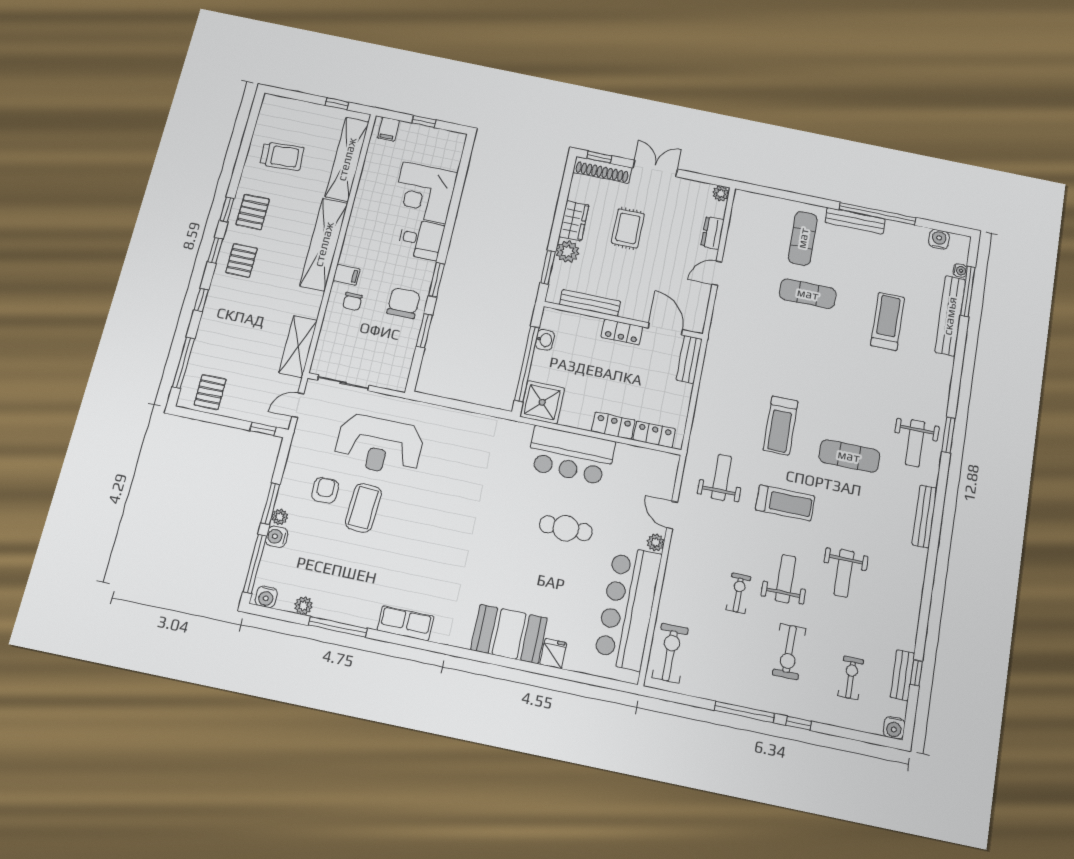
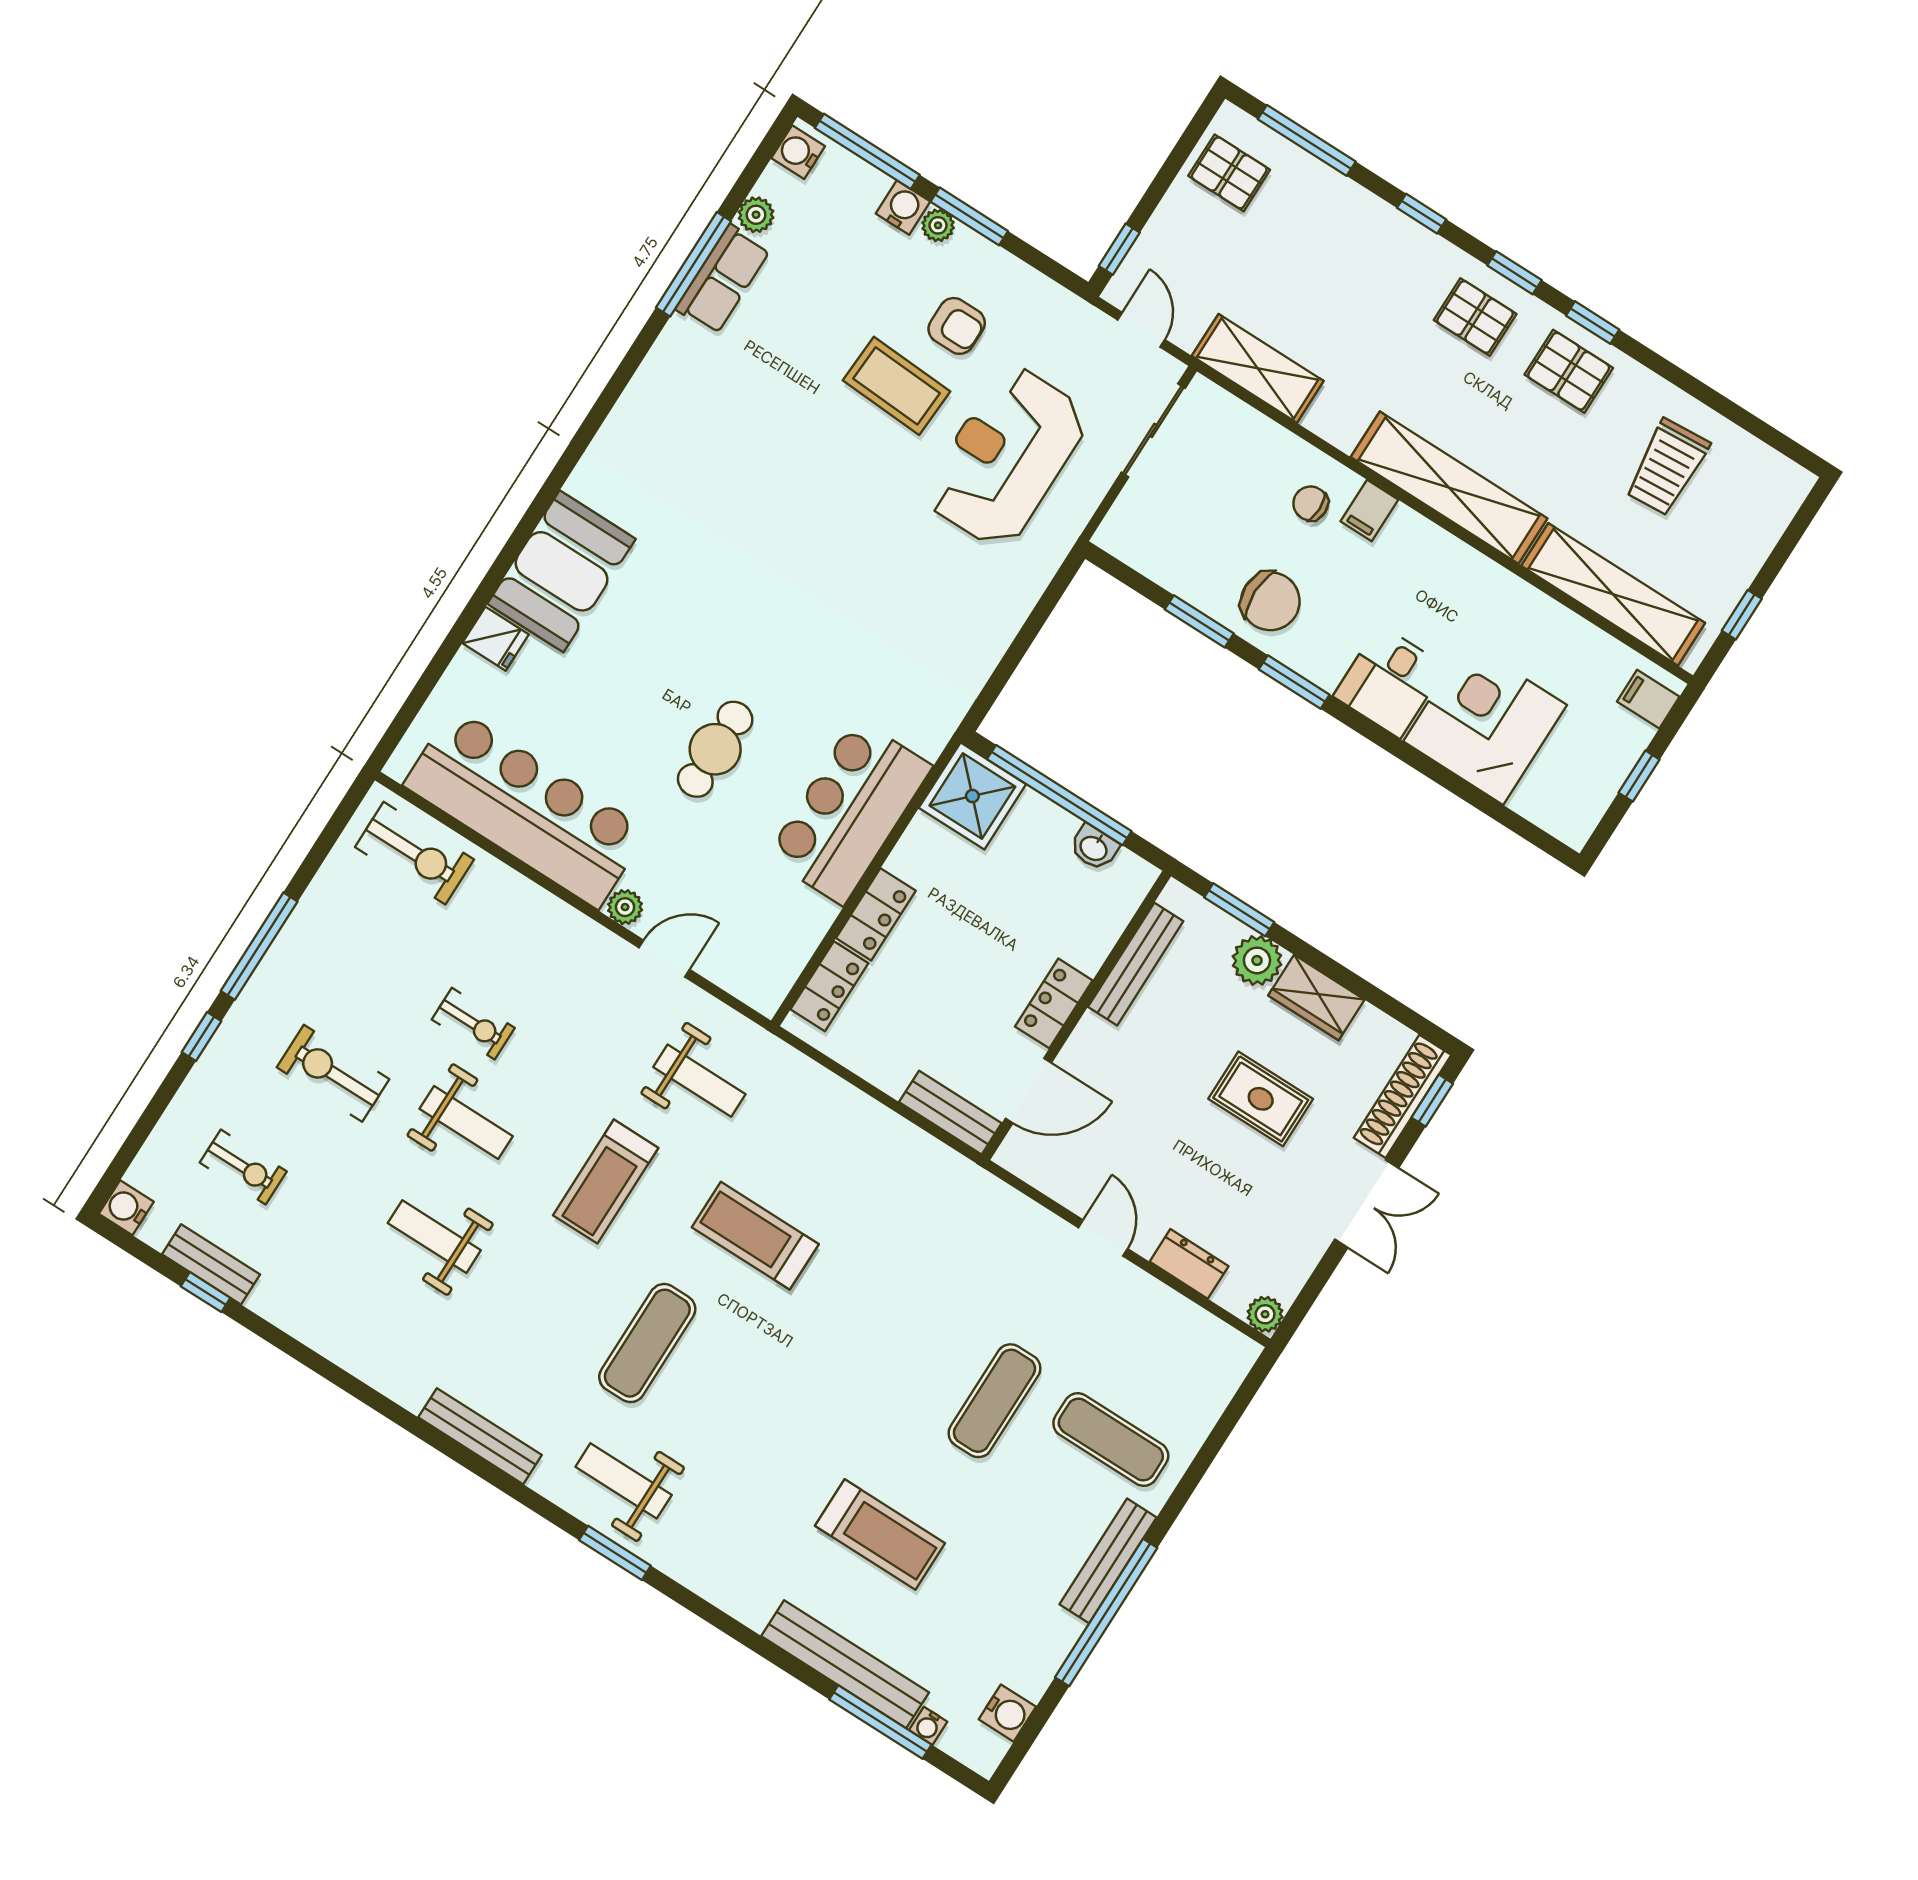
row of seats: (405, 623) -> (723, 279), moved

